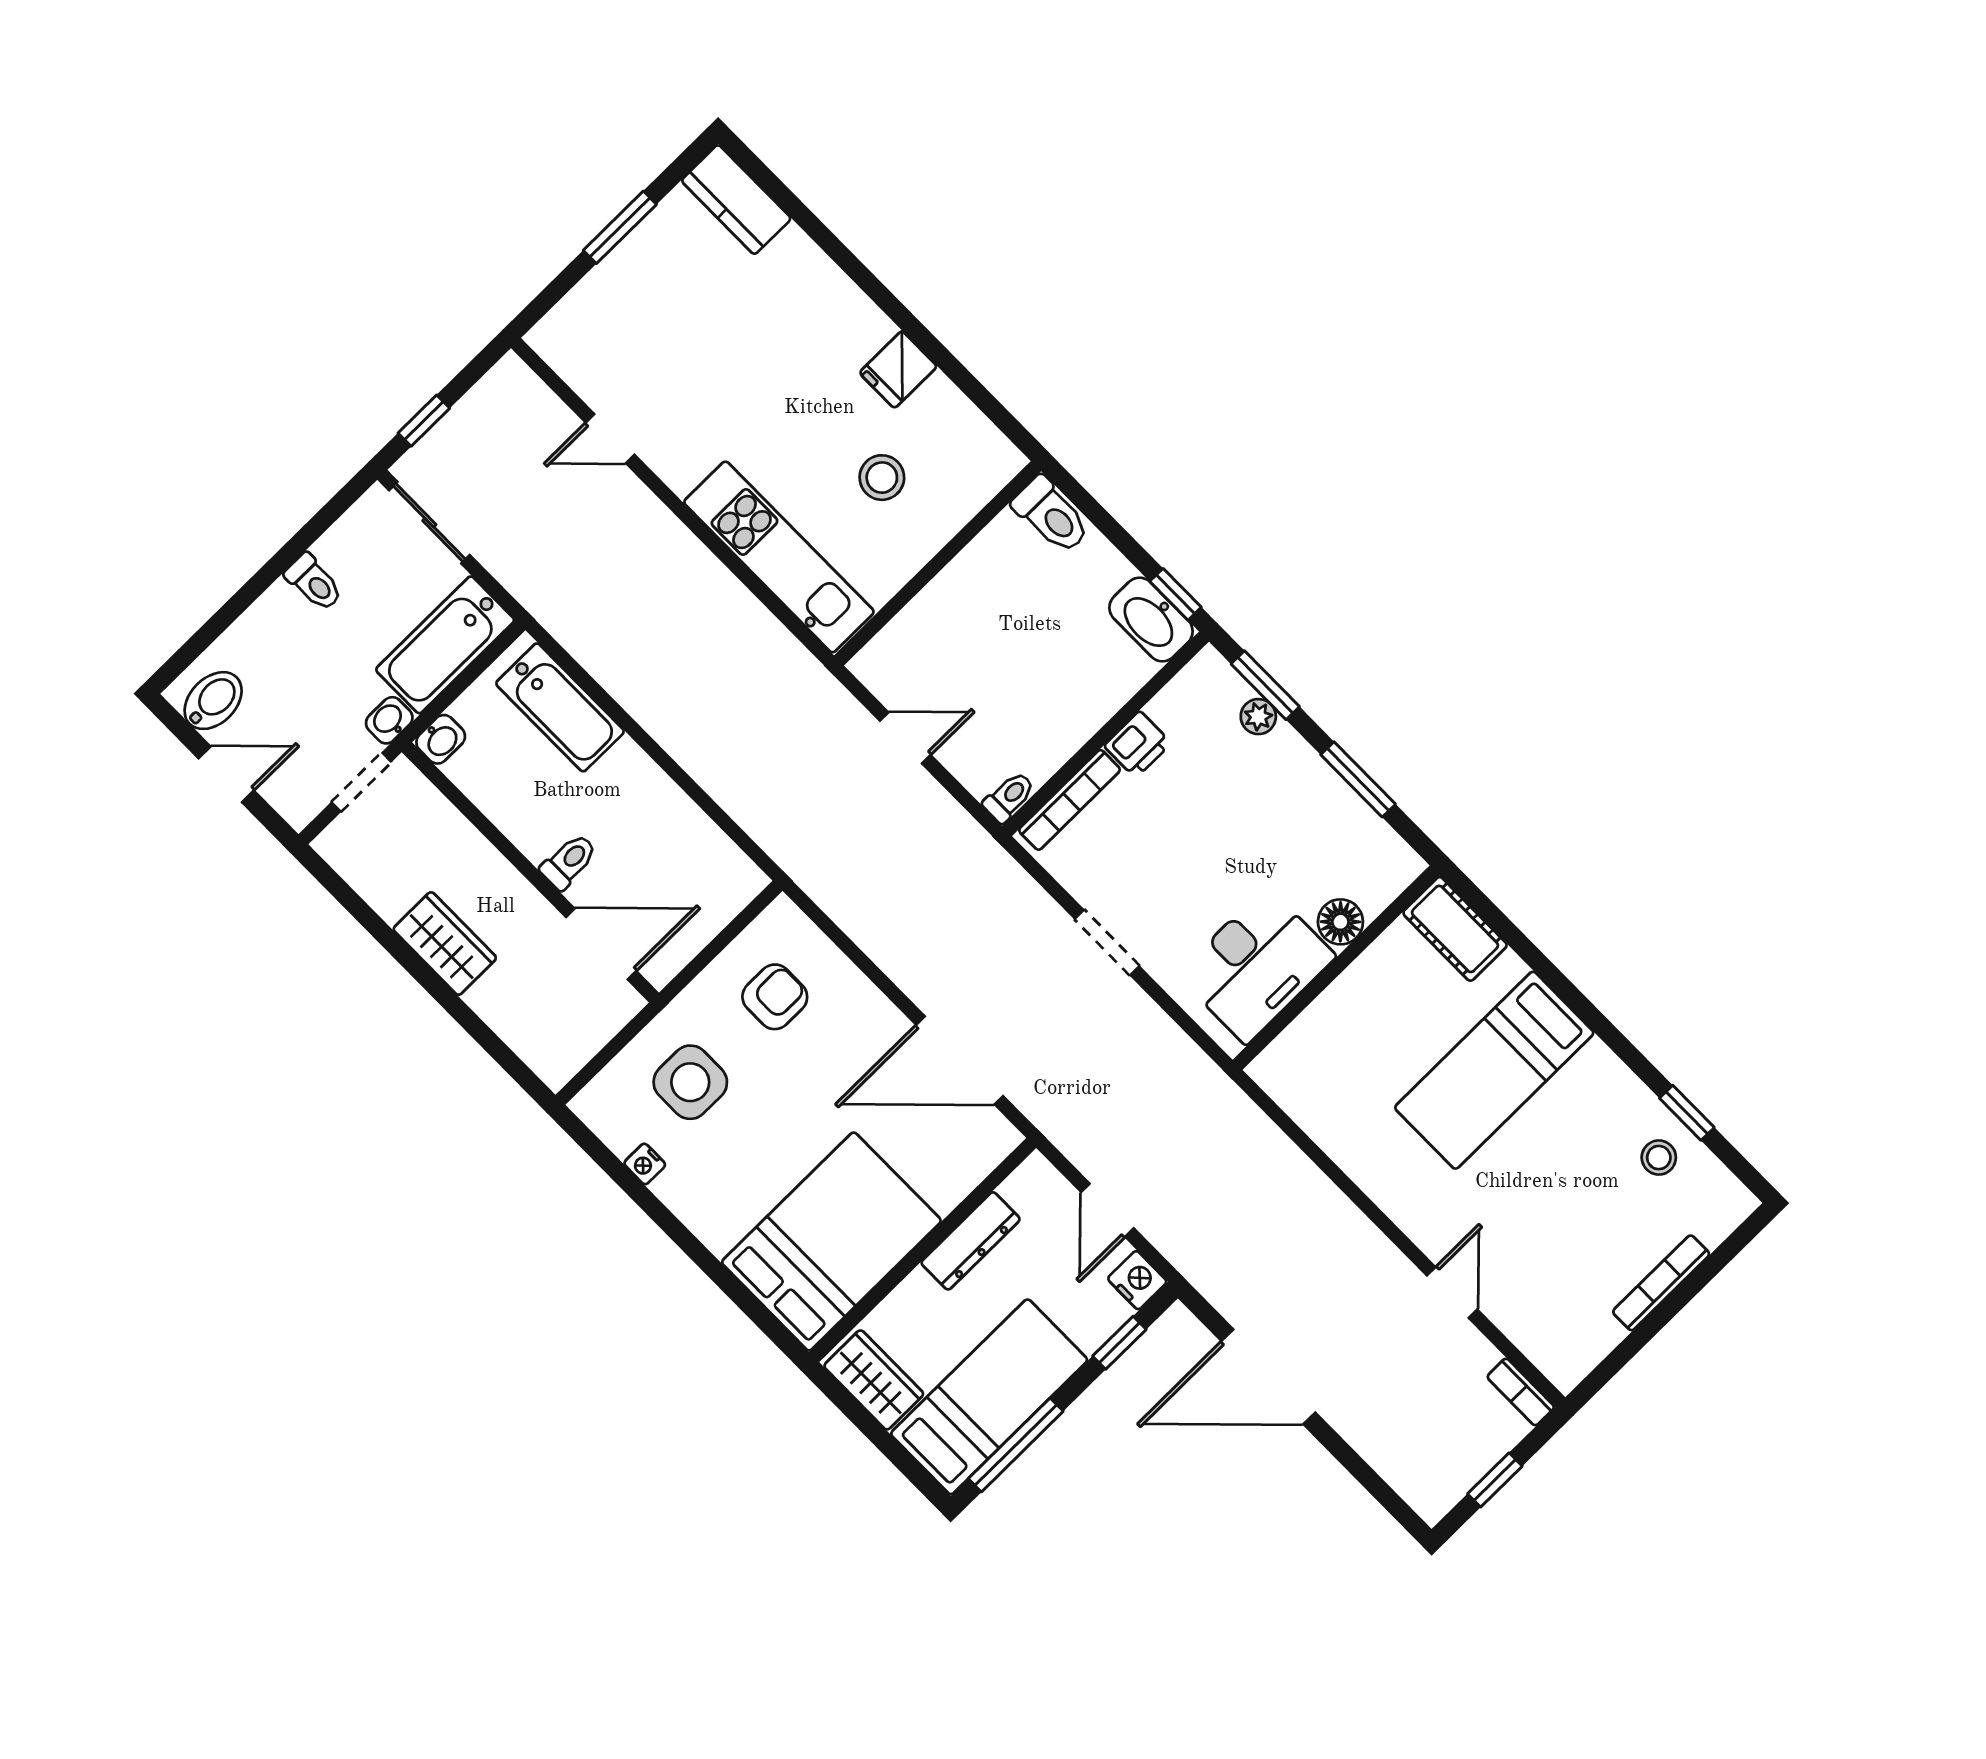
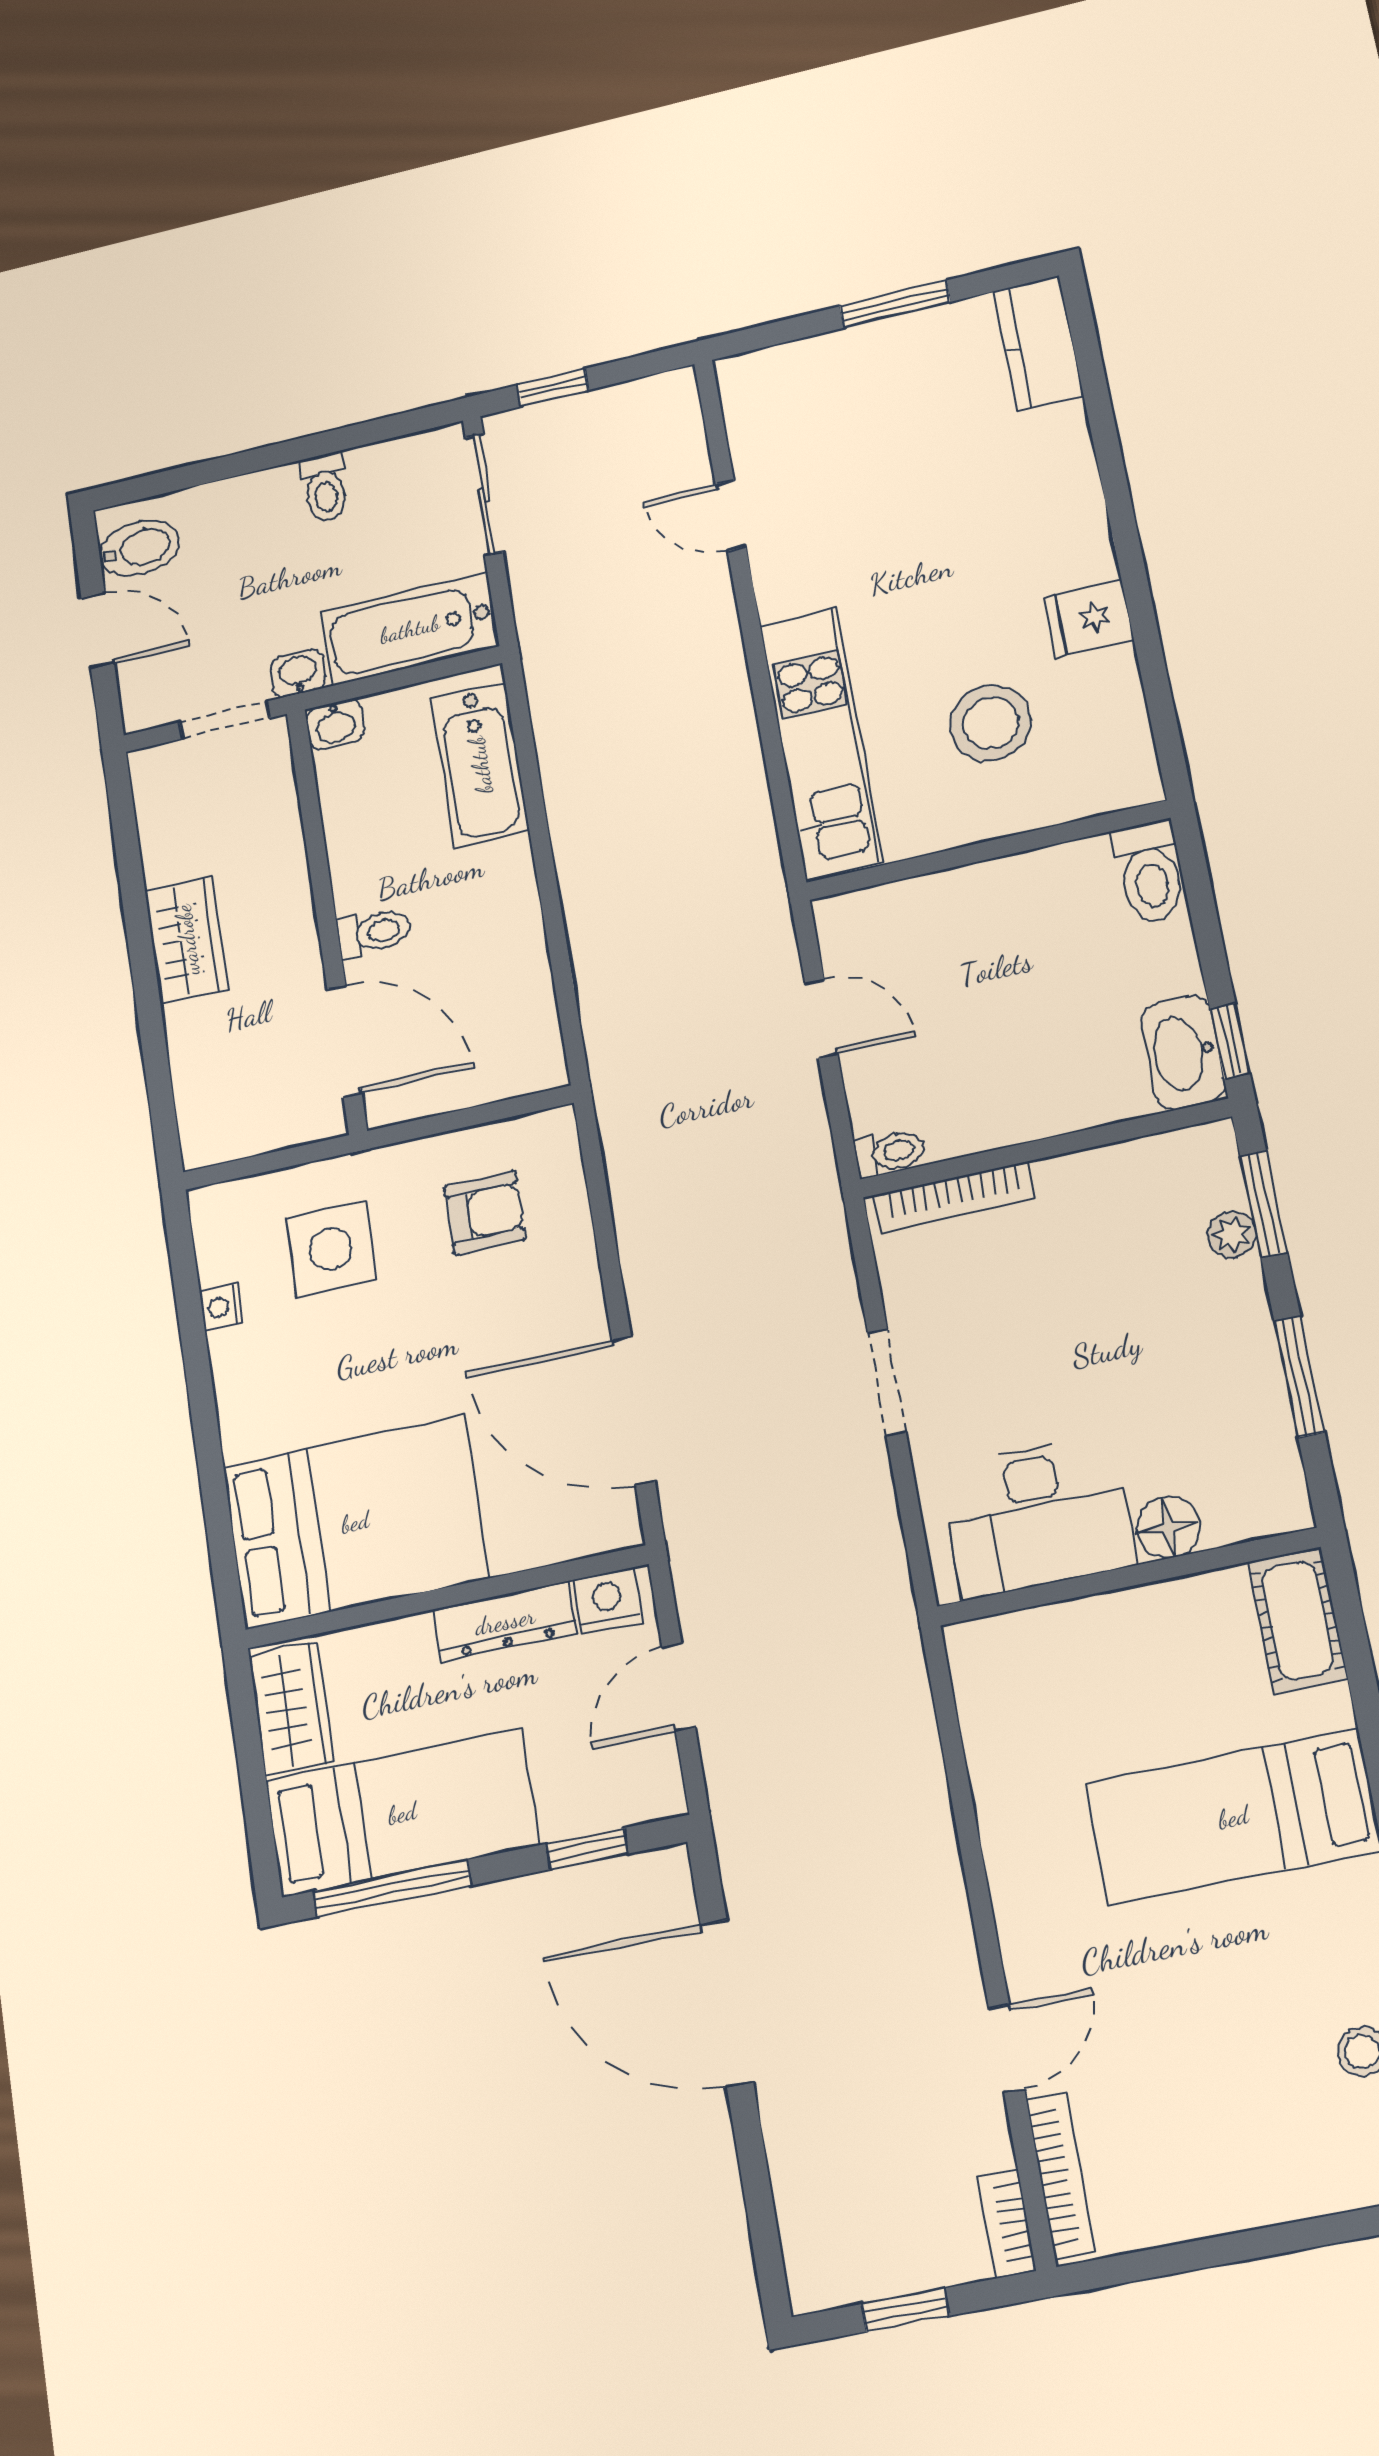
stool: (882, 478) -> (991, 723), width x1.38, depth x1.38
printer: (1138, 744) -> (1073, 1182), removed
nightstand: (1137, 1280) -> (607, 1601), moved, turned -90
bookcase: (1661, 1283) -> (1061, 2176), moved, turned 90

